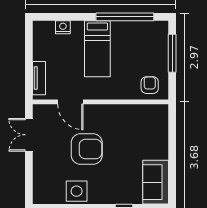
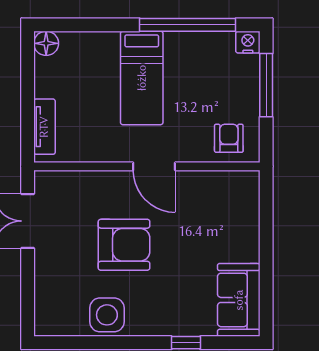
nightstand: (63, 27) -> (248, 42), moved
floor lamp: (40, 28) -> (46, 43), added
door: (70, 102) -> (154, 166), moved

